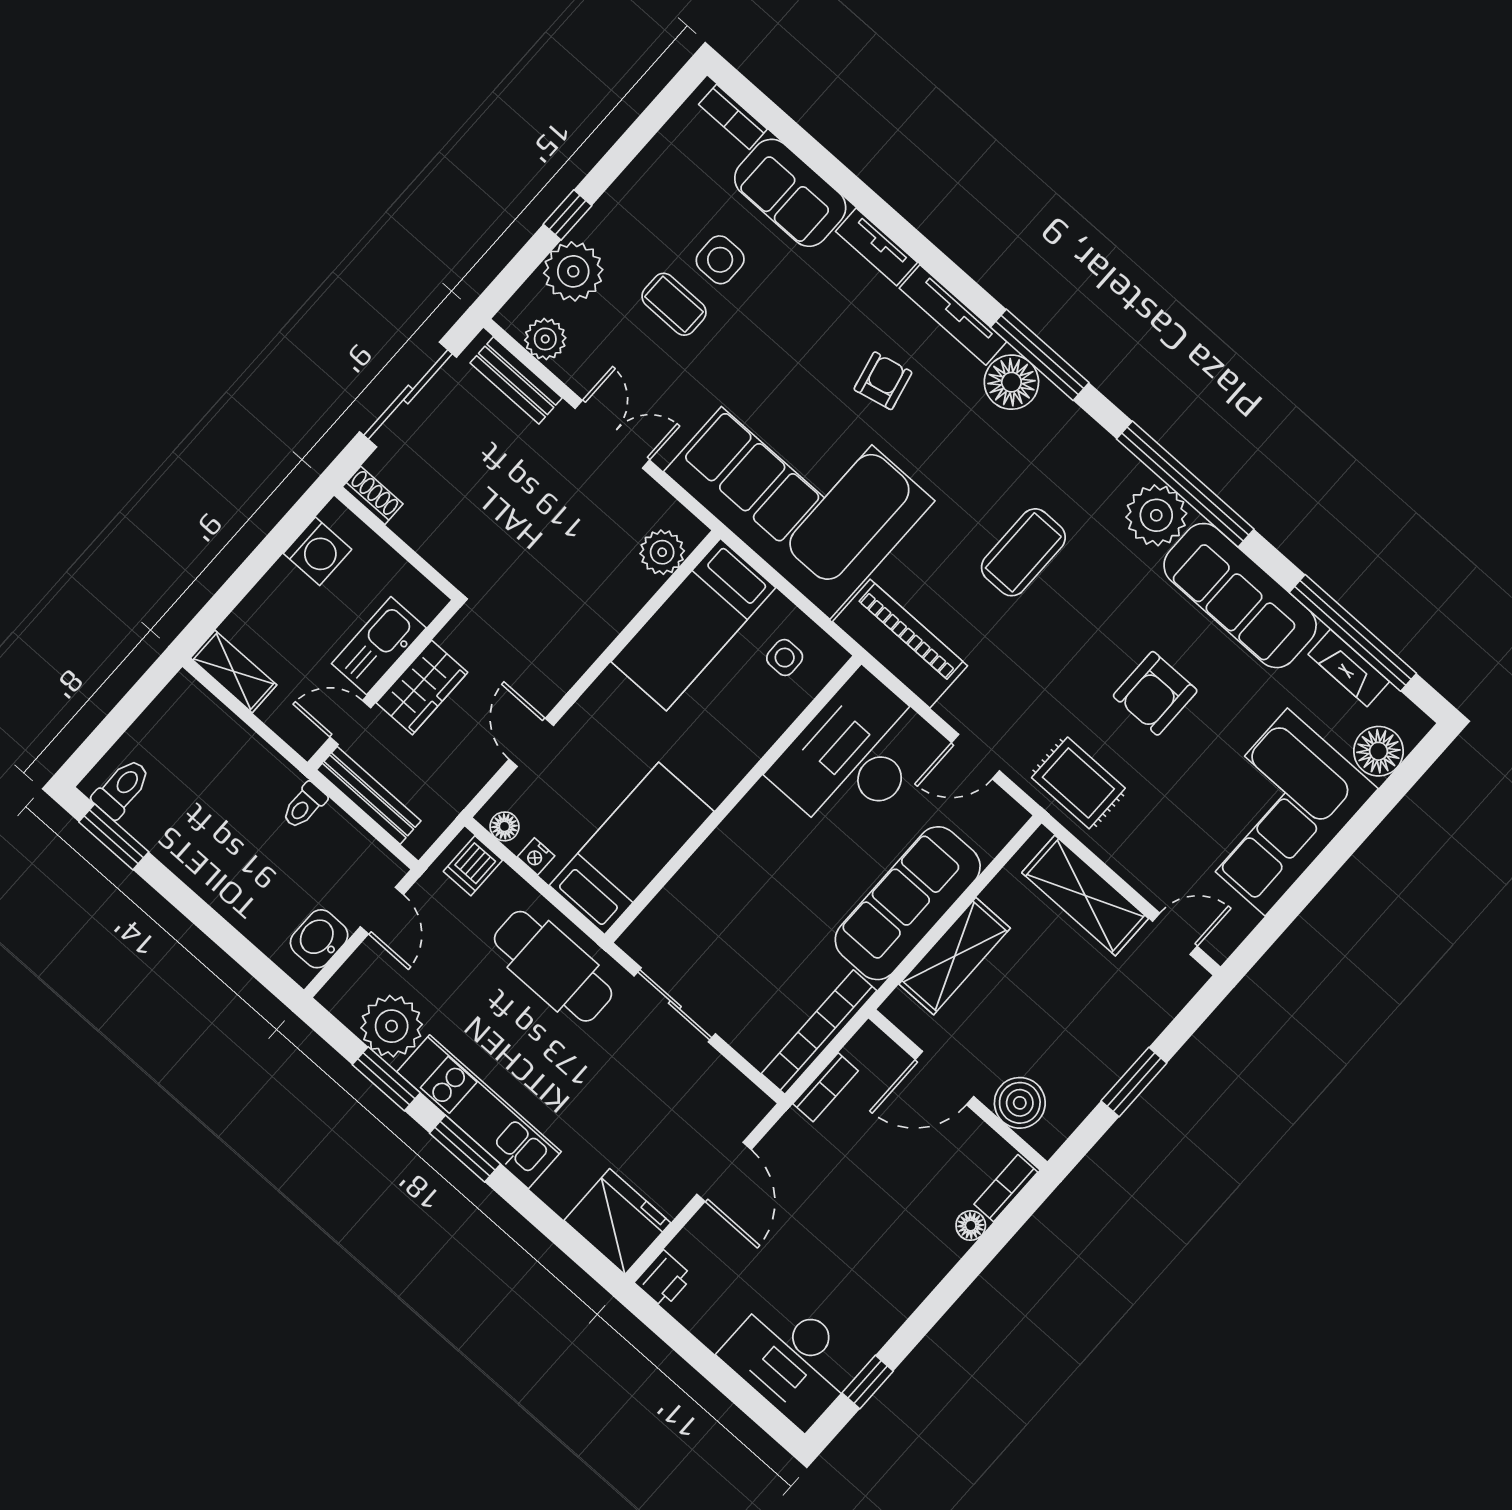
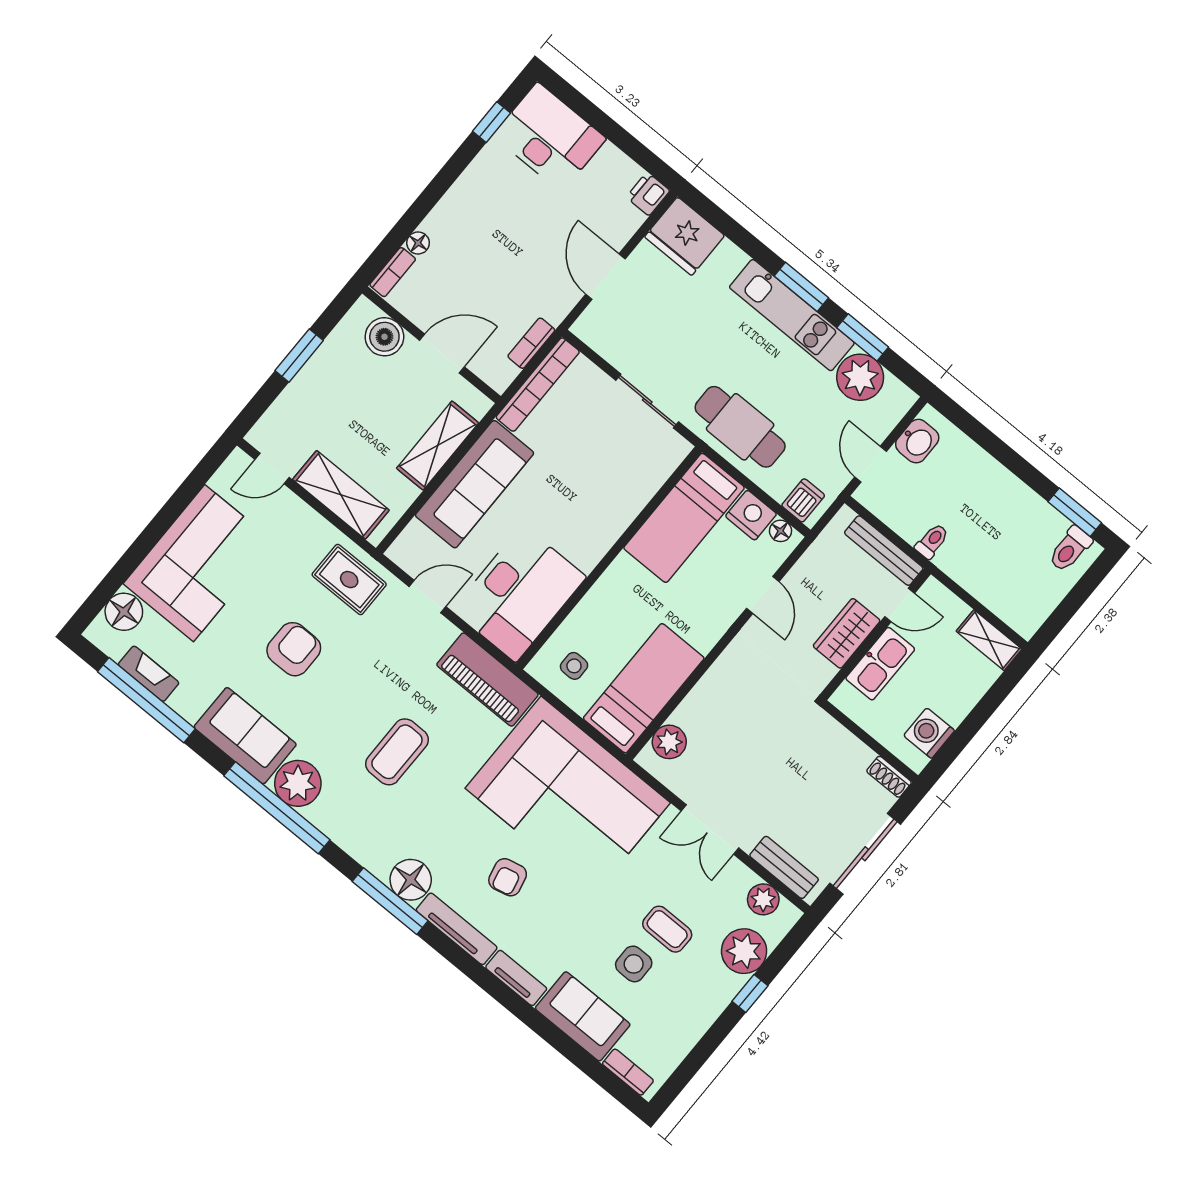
sofa: (1240, 596) -> (245, 736), width x0.73
nightstand: (536, 856) -> (751, 515), width x1.89, depth x1.79

